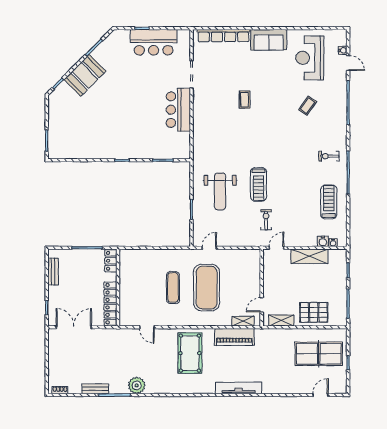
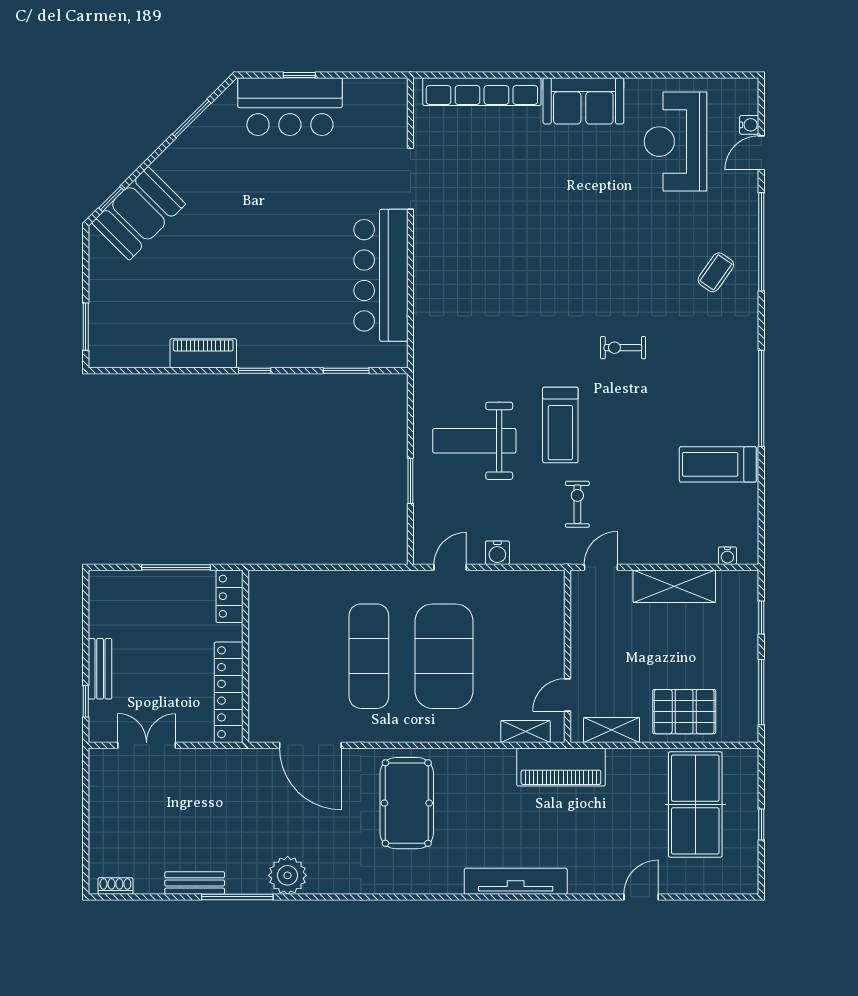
bar counter: (154, 42) -> (290, 107), moved
door: (348, 63) -> (761, 153), swing flipped
booth: (85, 75) -> (139, 213), moved
coffee table: (245, 100) -> (529, 235), removed
coffee table: (308, 106) -> (716, 272), moved
bar counter: (178, 110) -> (381, 275), width x1.36
piano: (99, 152) -> (203, 353), added
exercise bike: (329, 156) -> (623, 348), moved
weight bench: (220, 191) -> (474, 441), turned 90
treadmill: (329, 202) -> (718, 464), turned -90
water cooler: (323, 241) -> (497, 553), moved
bench: (53, 272) -> (100, 669), moved
exercise mat: (173, 288) -> (369, 656), width x1.36, depth x1.45
double door: (74, 327) -> (147, 745), width x0.73
door: (147, 327) -> (310, 745), width x1.87
piano: (234, 337) -> (561, 767), moved
table tennis table: (319, 354) -> (695, 804), turned 90
door: (320, 395) -> (641, 897), moved

